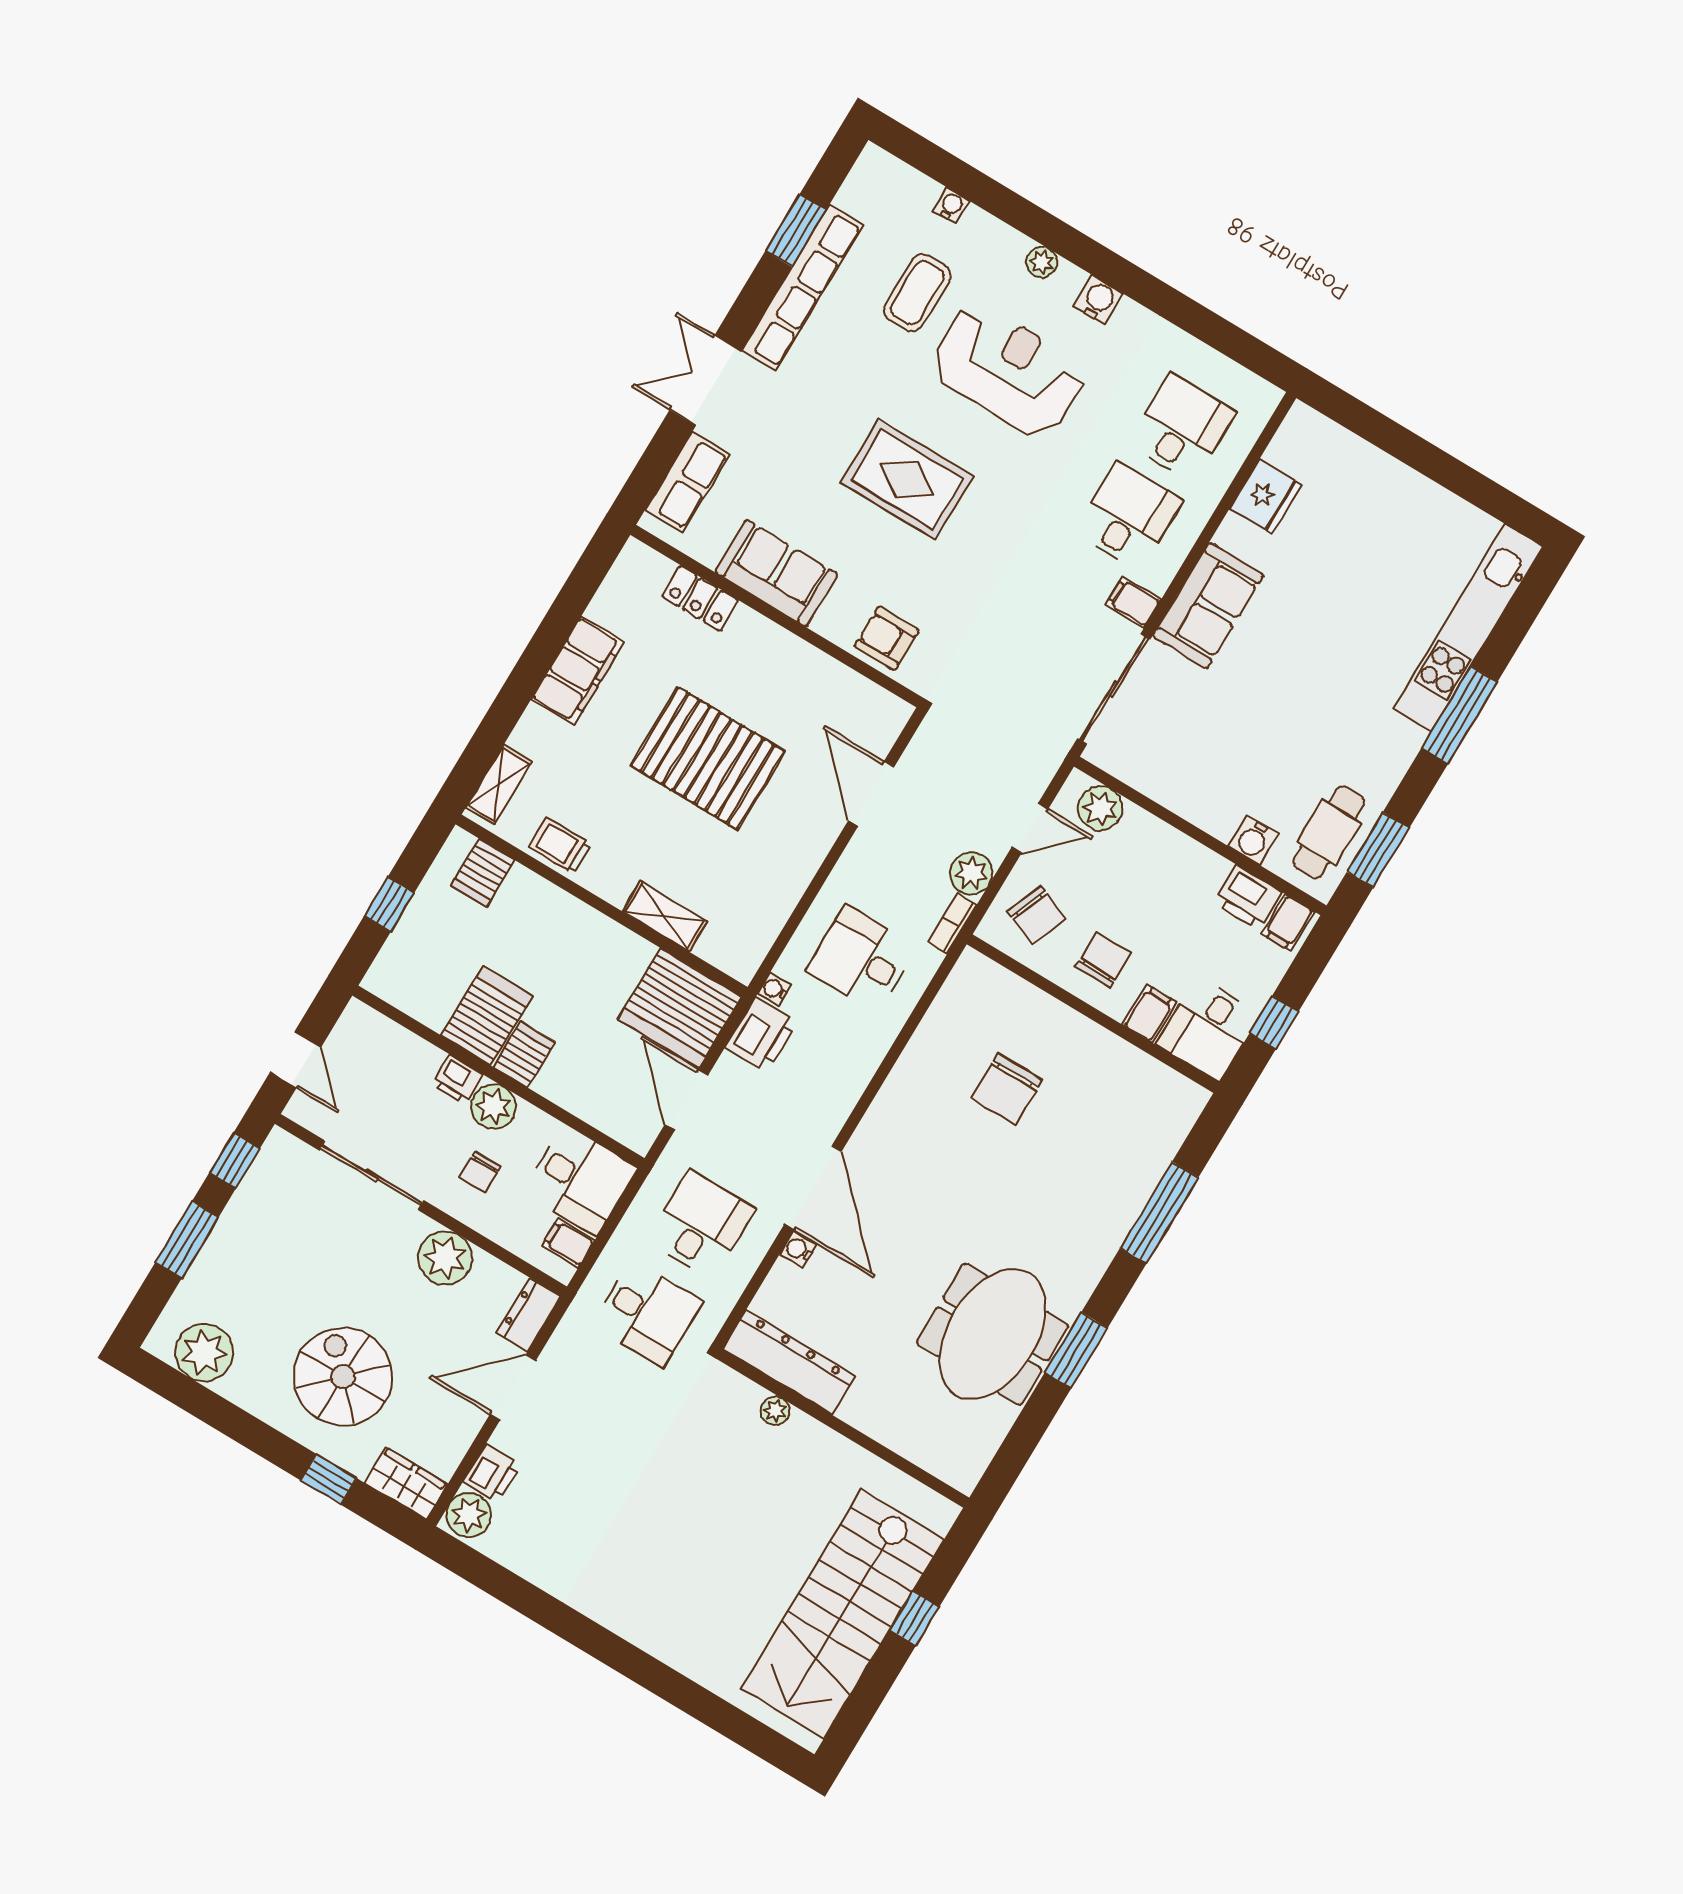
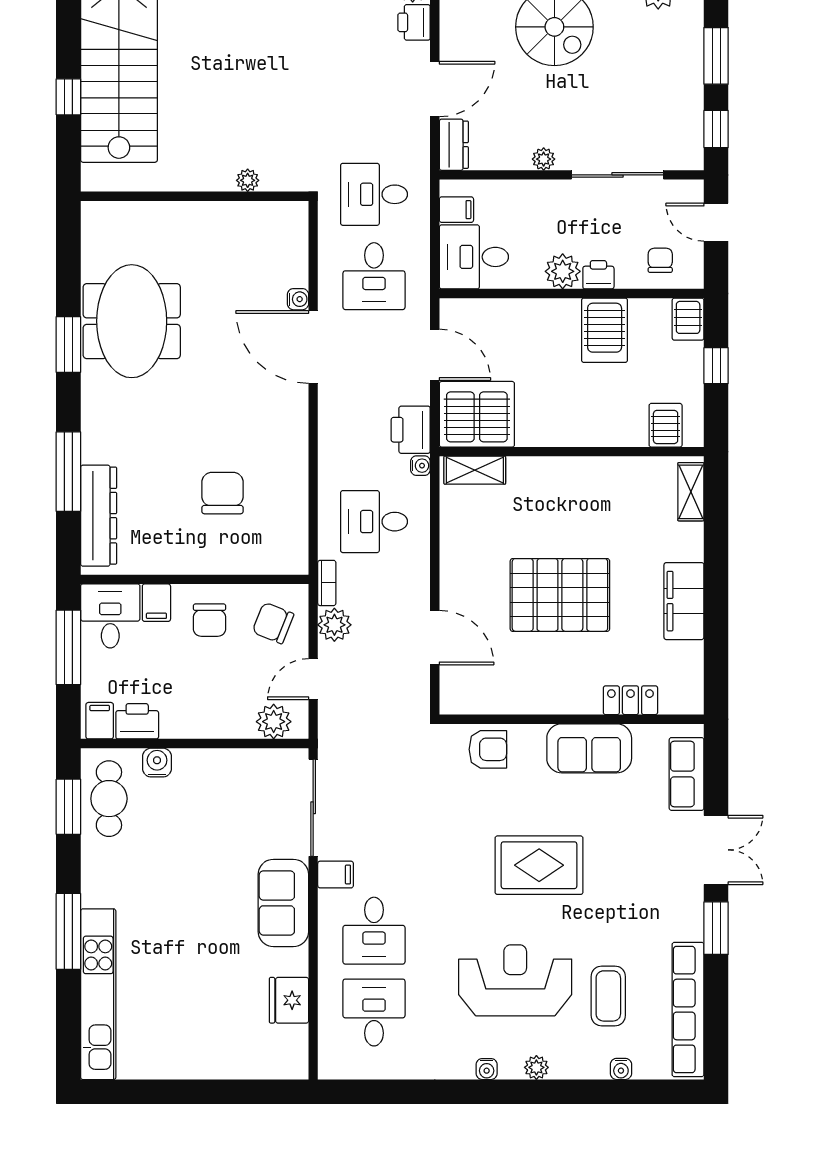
window: (796, 230) -> (716, 928), moved
row of seats: (803, 287) -> (688, 1009), moved
water cooler: (1098, 300) -> (487, 1069), width x0.72, depth x0.72
reception desk: (1008, 370) -> (515, 980), turned 180
desk: (1182, 428) -> (374, 1012), turned 180
trolley: (560, 846) -> (624, 475), removed
shelving: (665, 917) -> (475, 470), moved
desk: (861, 959) -> (374, 522), turned 180
window: (1274, 1022) -> (68, 647), width x2.17
server rack: (524, 1055) -> (688, 319), moved
chair: (480, 1172) -> (660, 260), moved
plant: (445, 1258) -> (544, 159), width x0.53, depth x0.53
dresser: (789, 1362) -> (99, 516), moved, turned -90

